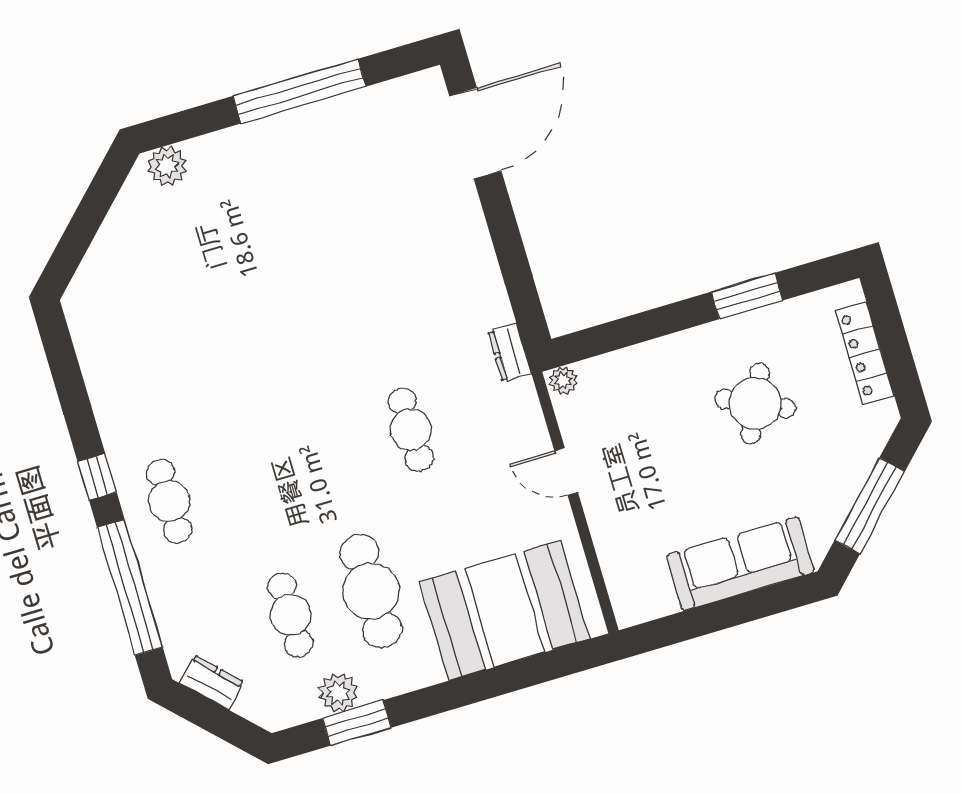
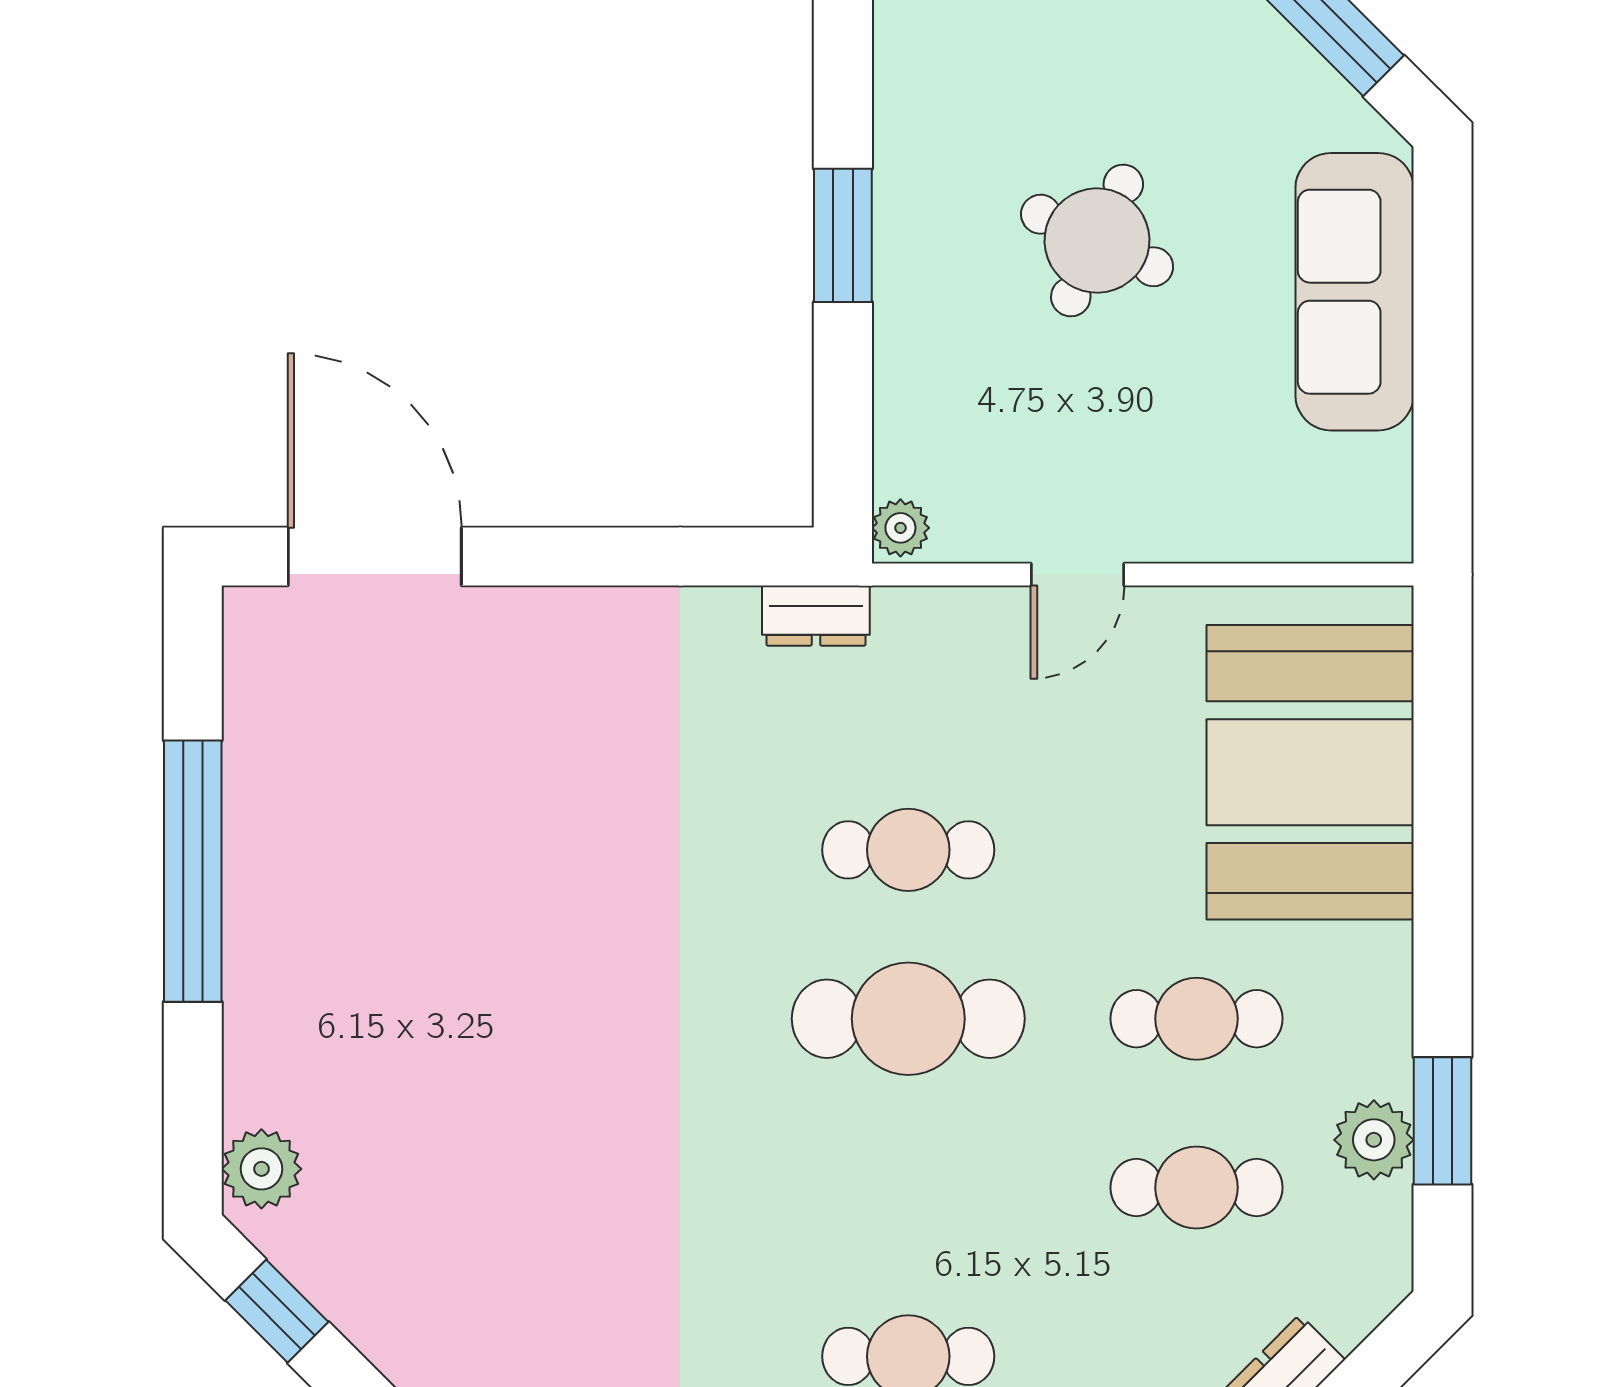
window: (101, 194) -> (277, 1311), added
window: (747, 296) -> (843, 235), moved
round table: (755, 404) -> (1097, 240), moved
cafe table: (330, 453) -> (908, 1019), added
cafe table: (371, 591) -> (1196, 1019), width x0.73, depth x0.74

